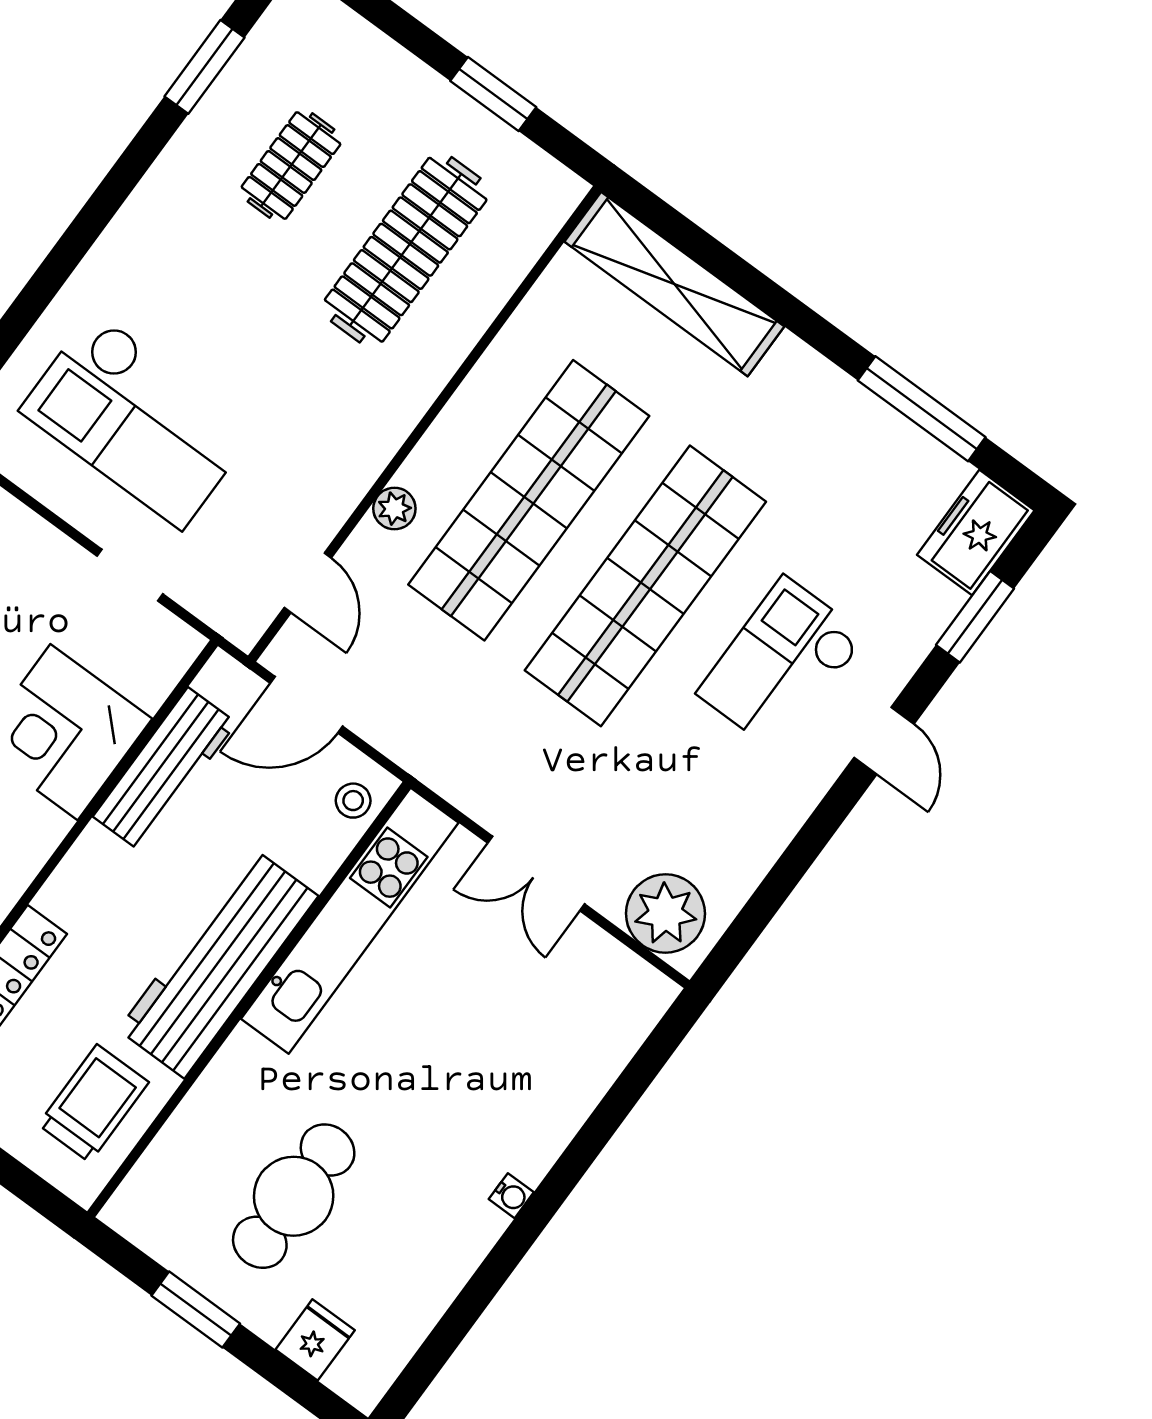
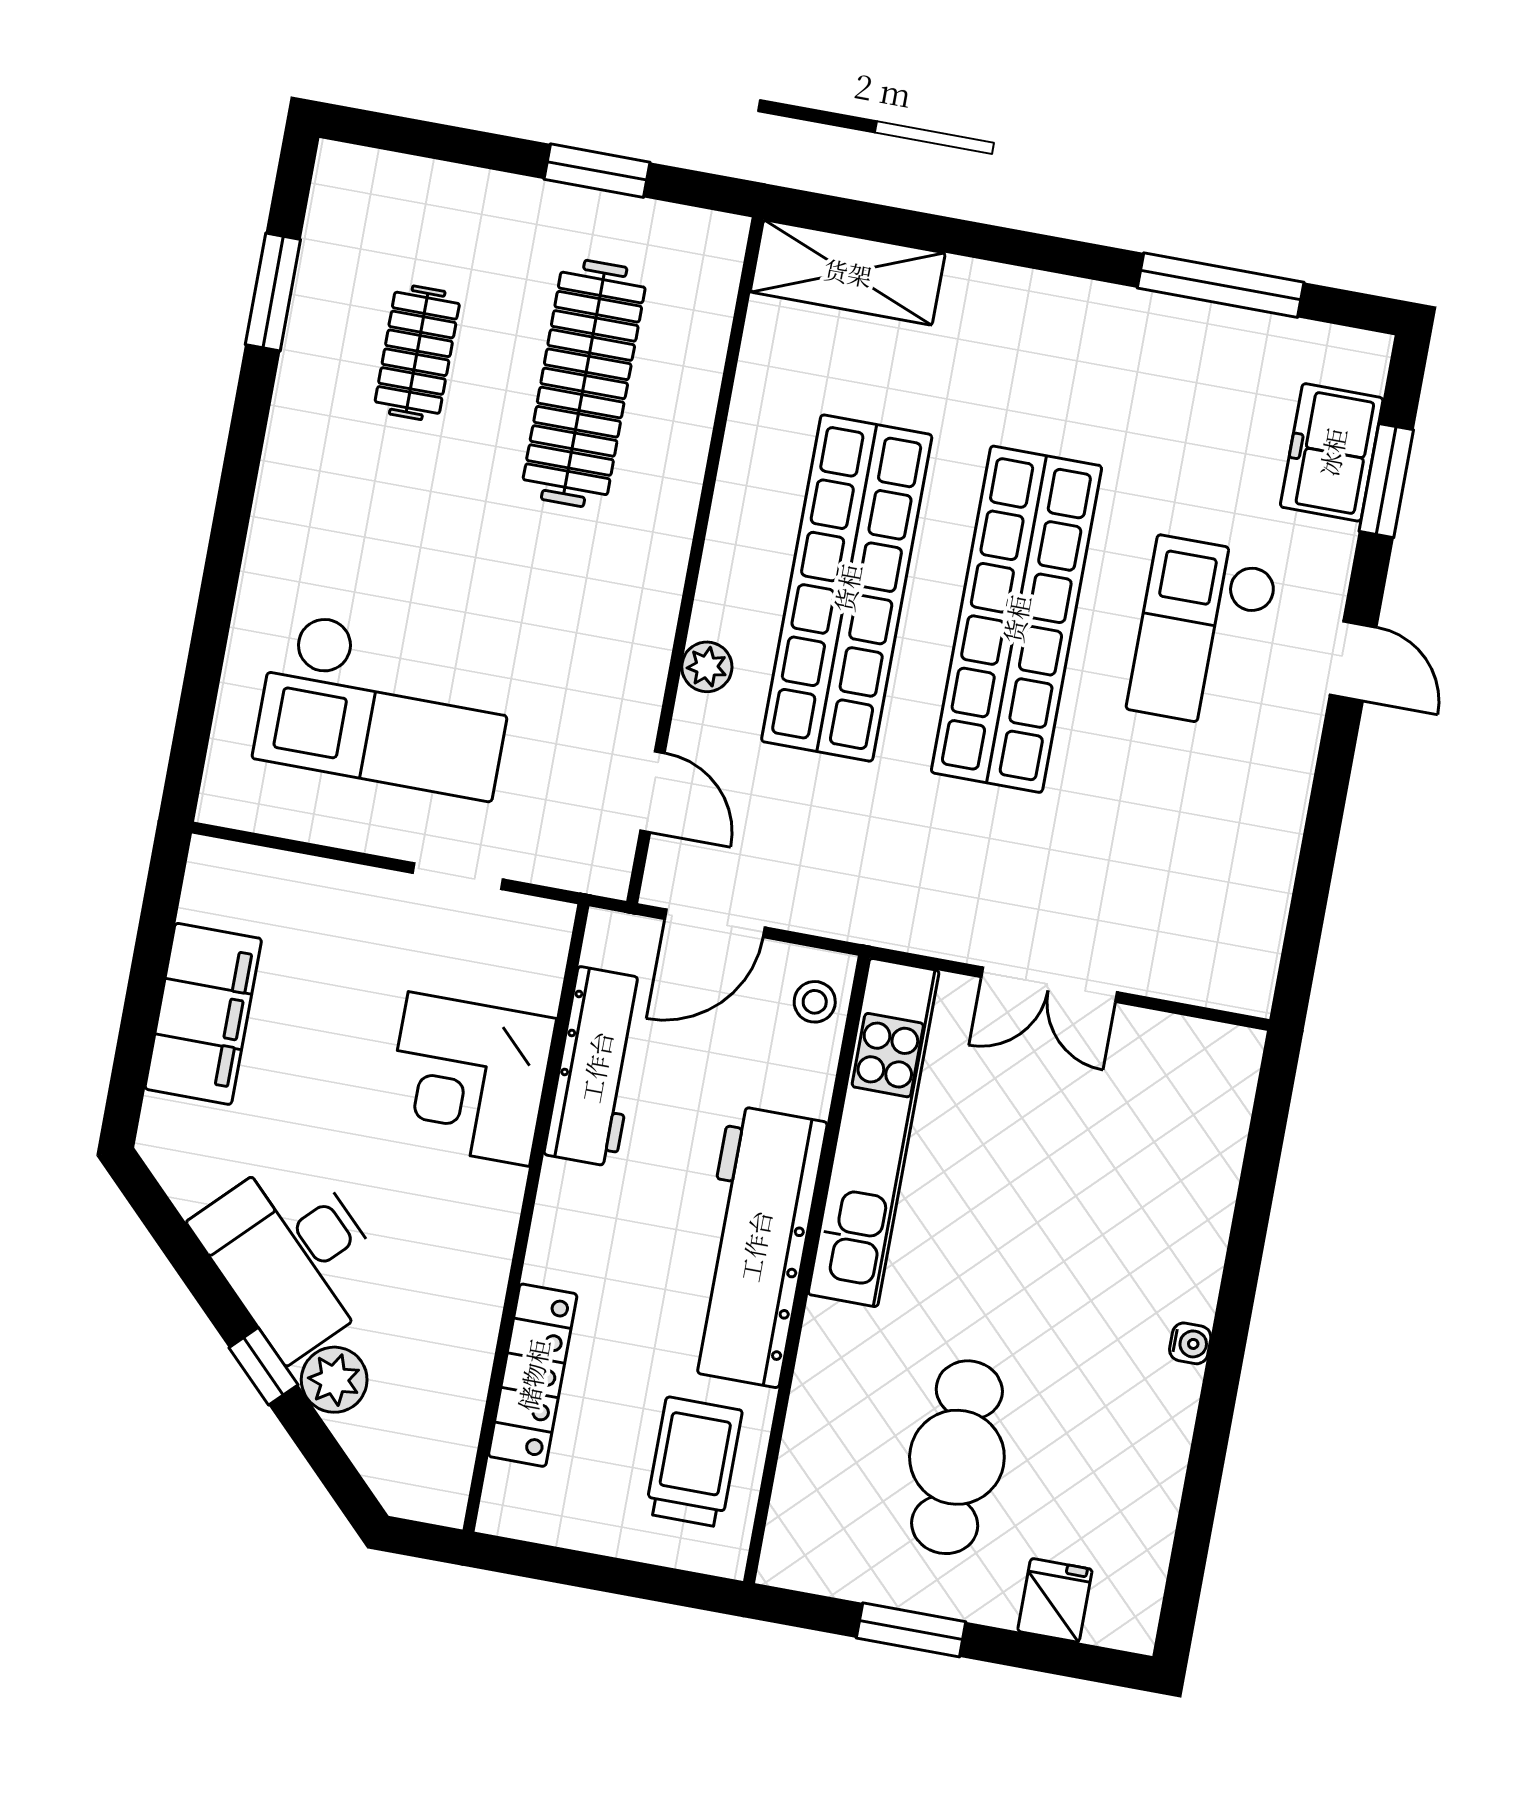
shelving: (674, 284) -> (848, 272), width x0.68
freezer: (976, 533) -> (1332, 452), moved
plant: (665, 913) -> (1209, 960), removed

